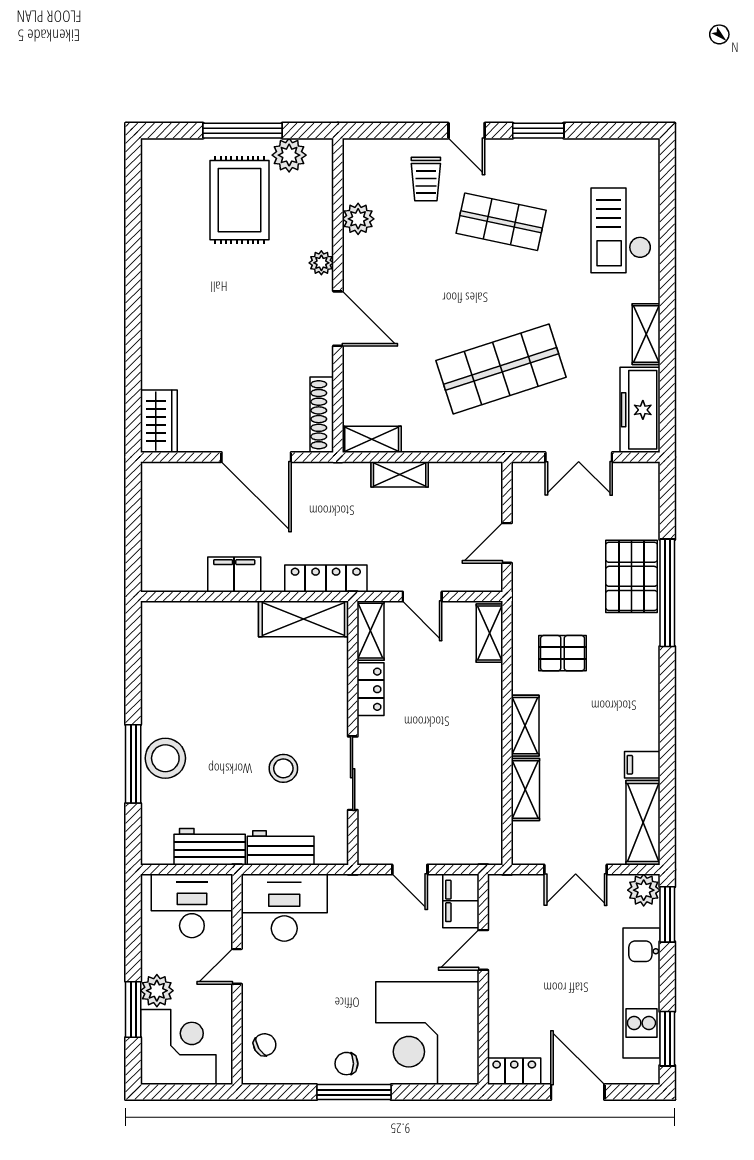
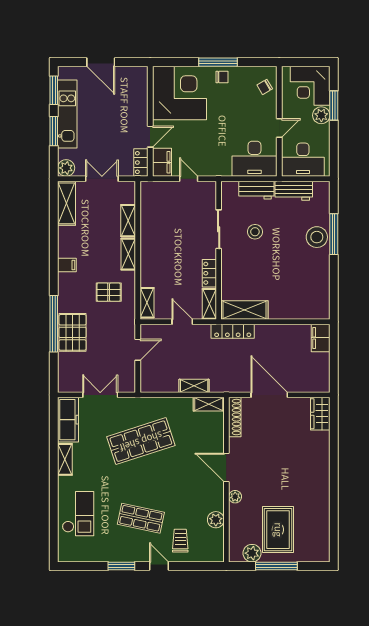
filing cabinet: (234, 574) -> (321, 338), moved, turned 90
filing cabinet: (642, 765) -> (67, 265), moved
window: (667, 914) -> (54, 131), moved
locker: (514, 1071) -> (141, 163), moved, turned 90

